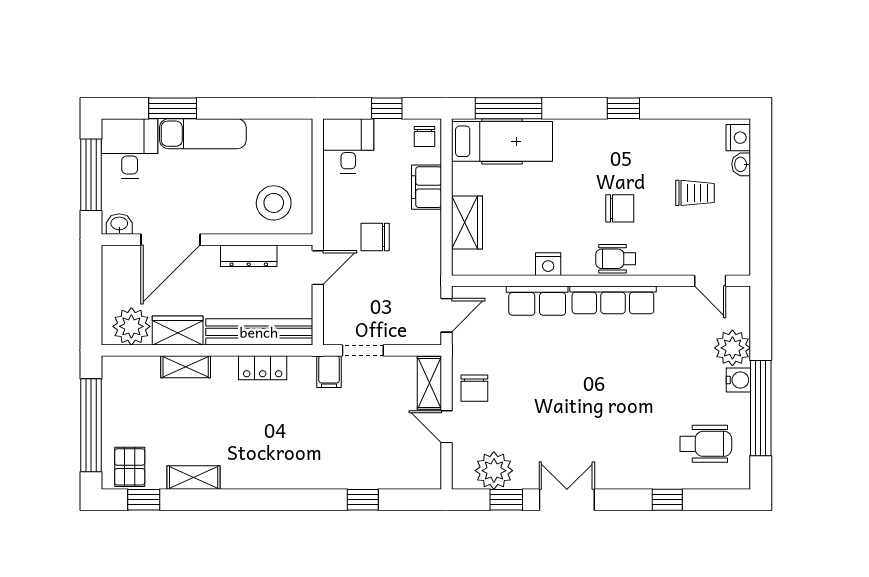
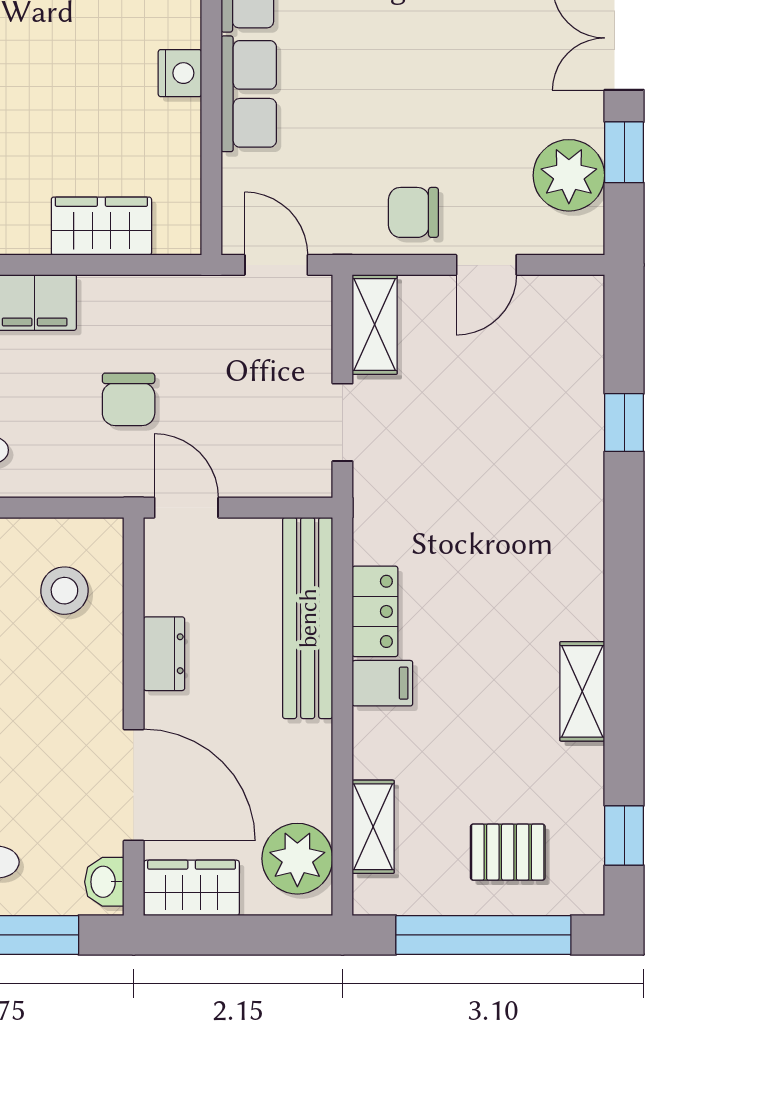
stool: (274, 203) -> (64, 591), width x0.73, depth x0.73
dresser: (249, 256) -> (164, 654), width x0.70
wardrobe: (178, 331) -> (192, 888), moved, turned 90
shelving: (186, 367) -> (373, 827), moved
filing cabinet: (329, 372) -> (382, 683), moved
shelving: (429, 383) -> (375, 325), moved, turned 90
chair: (474, 388) -> (413, 212), turned 180
pallet: (130, 467) -> (508, 852), moved
shelving: (194, 478) -> (582, 691), moved

